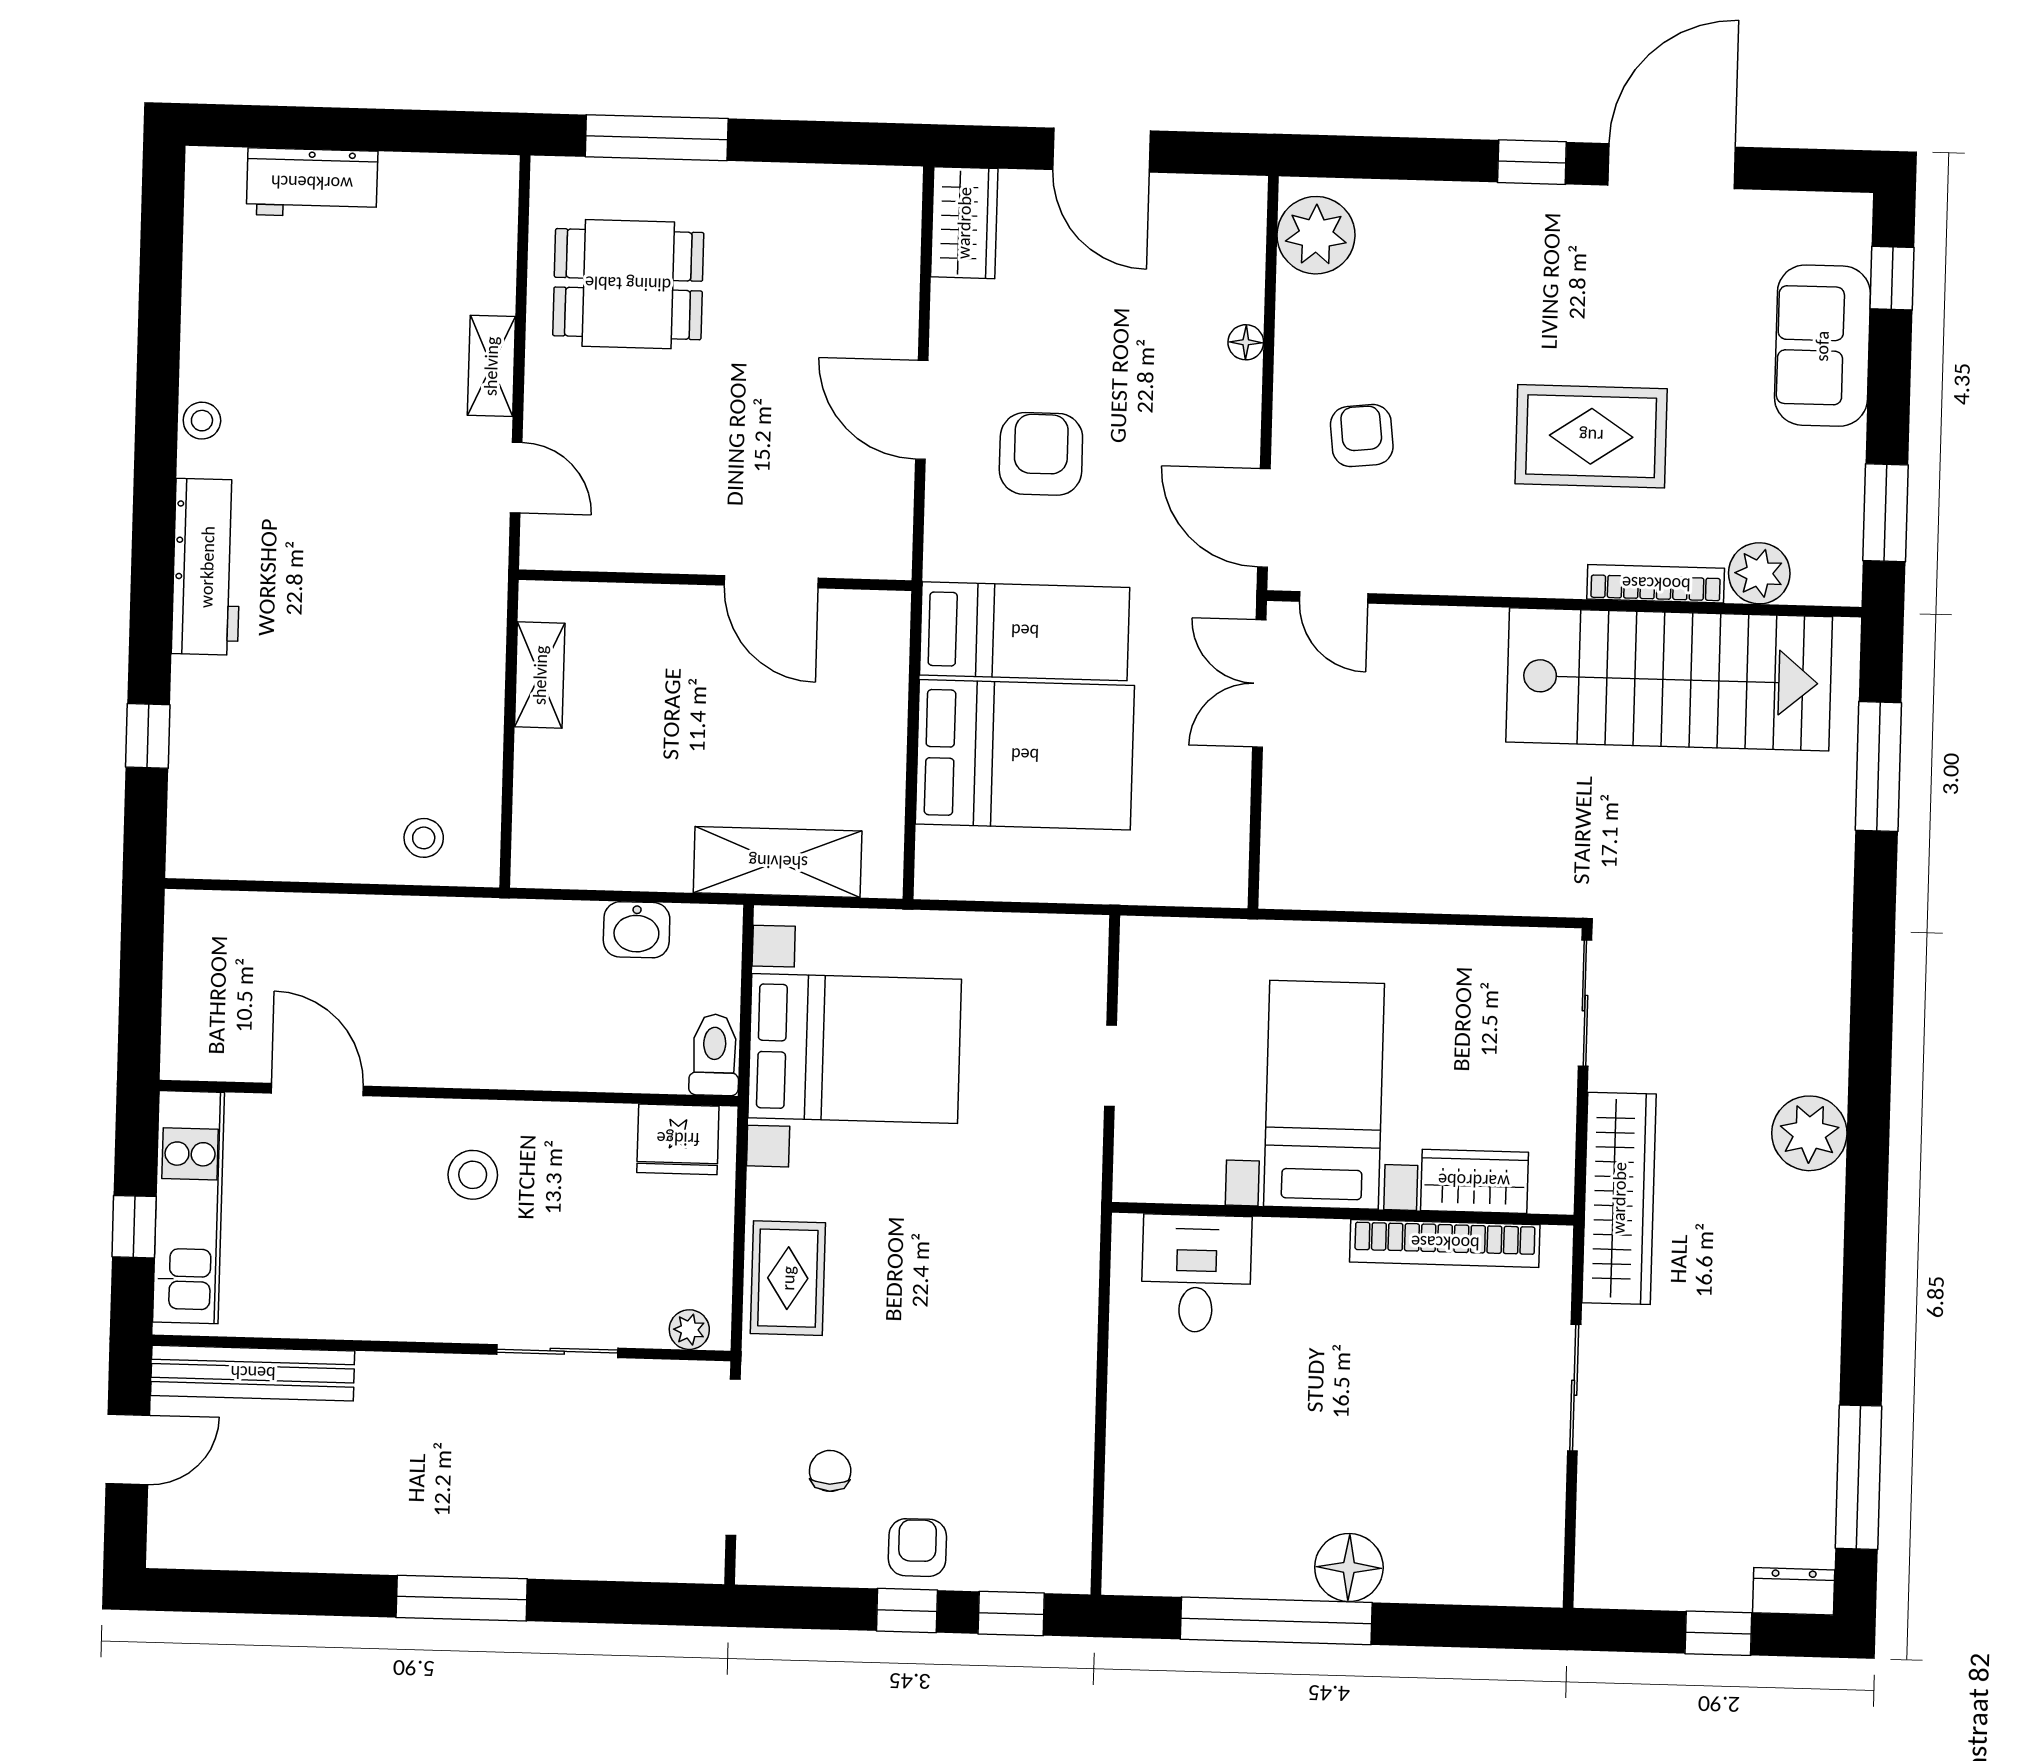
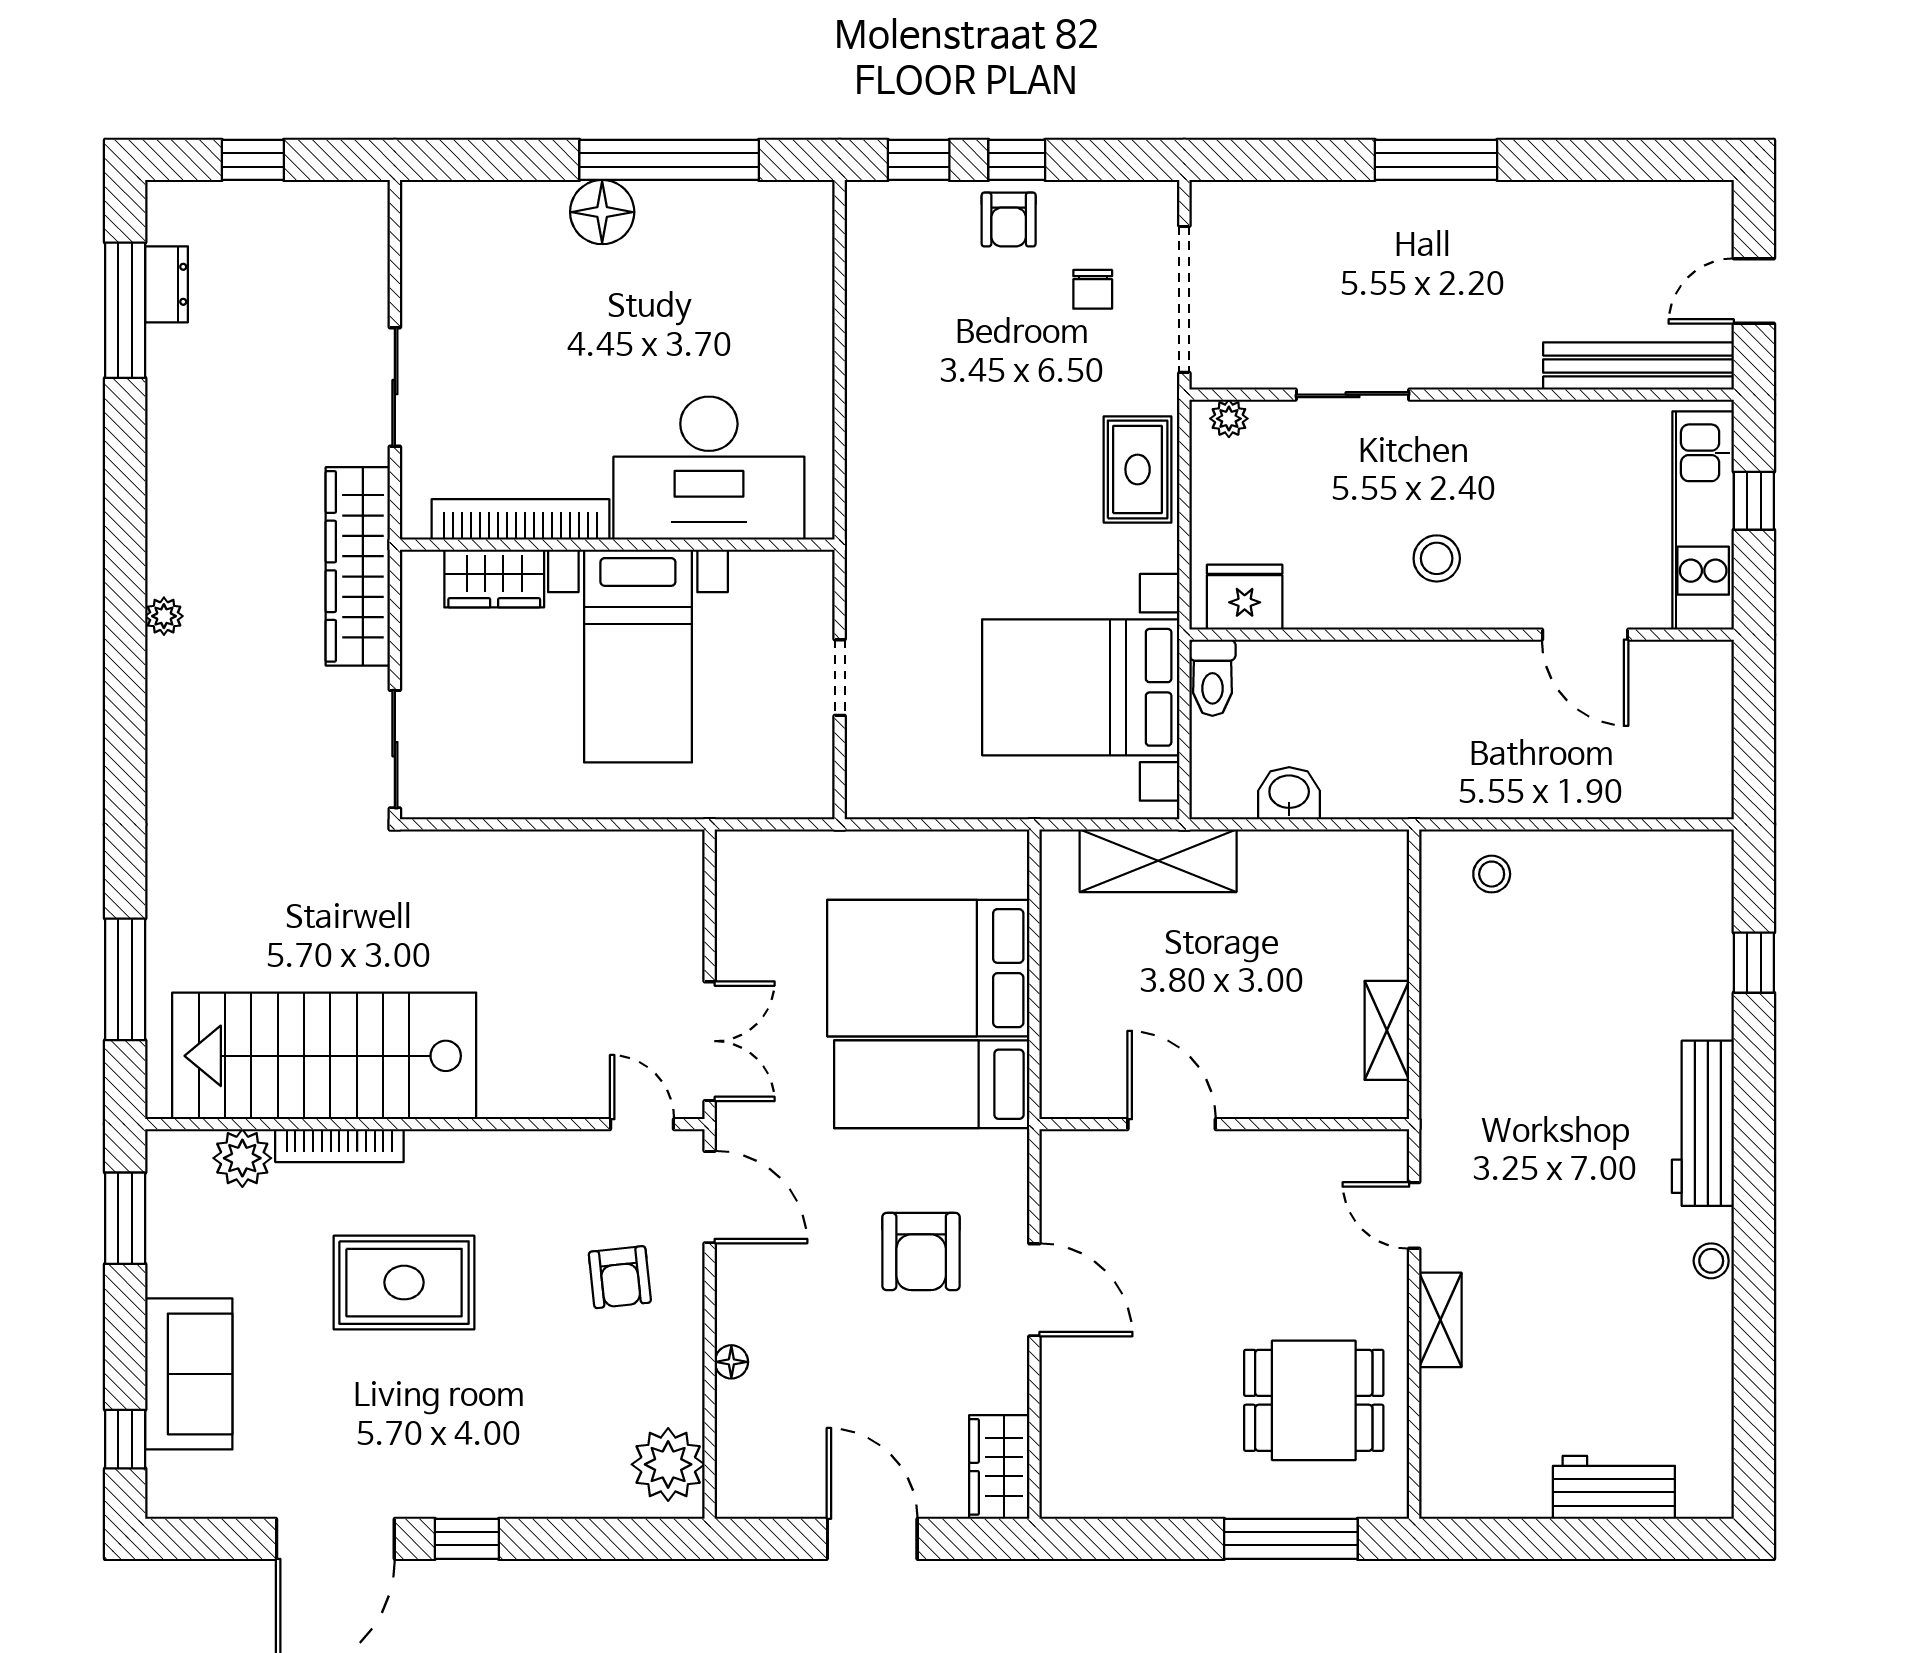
plant: (1809, 1133) -> (164, 616), width x0.53, depth x0.53
desk: (1196, 1273) -> (709, 468), width x1.87, depth x1.30
dresser: (1794, 1591) -> (167, 284), moved, turned -90

